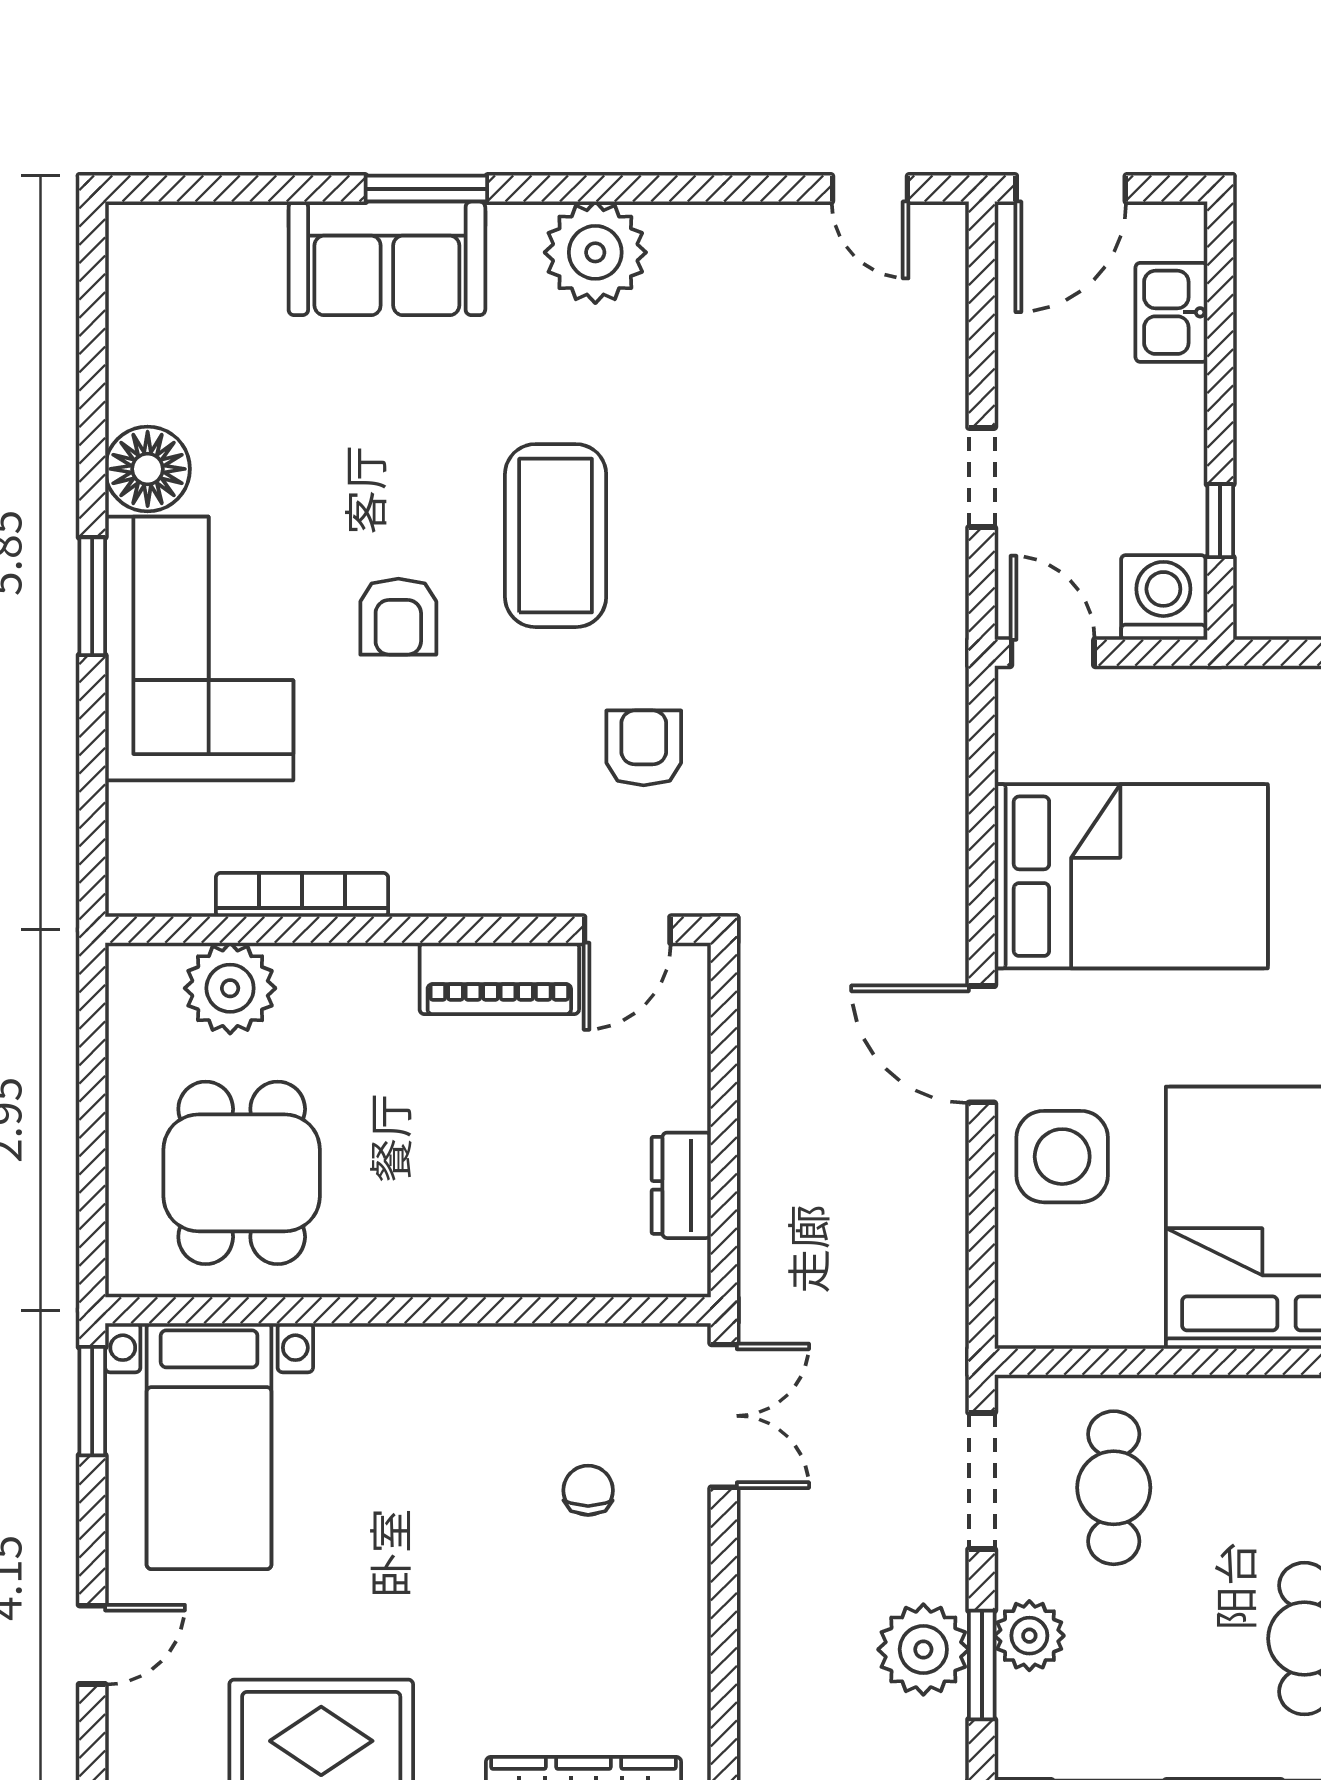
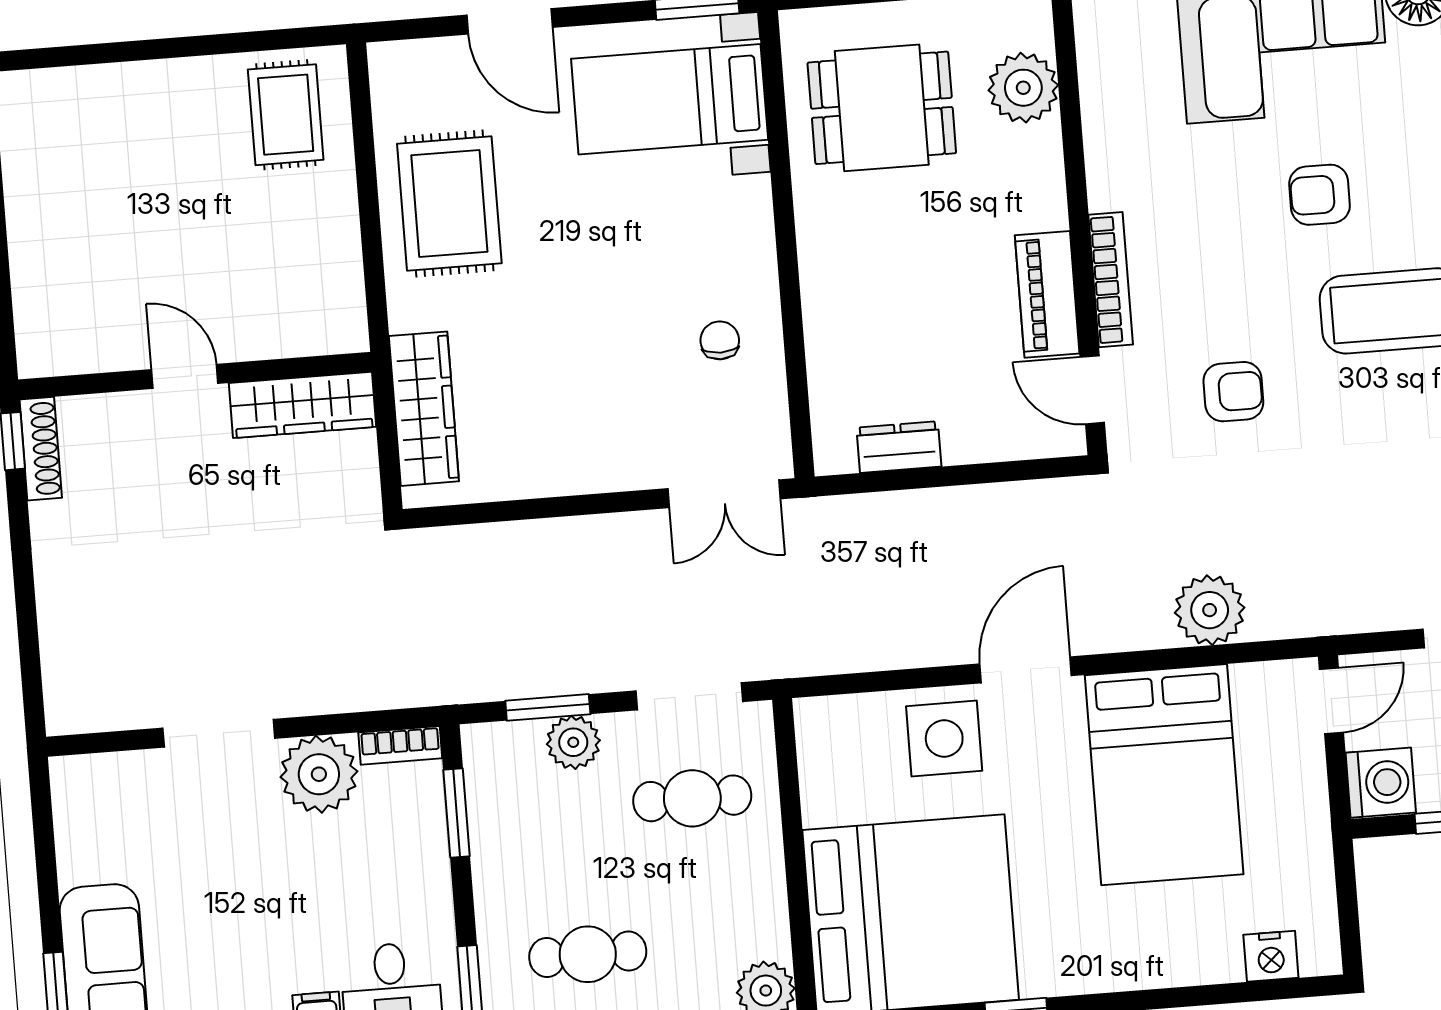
bookcase: (302, 895) -> (1111, 280), moved
chair: (588, 1490) -> (720, 340), moved, turned -90
door: (92, 1645) -> (510, 21), width x1.38
plant: (923, 1649) -> (1210, 610), moved

